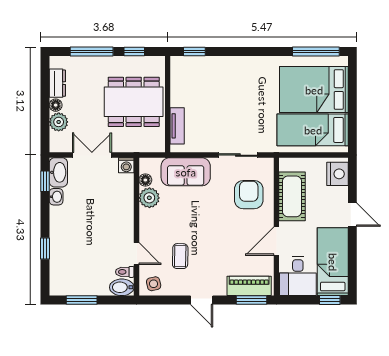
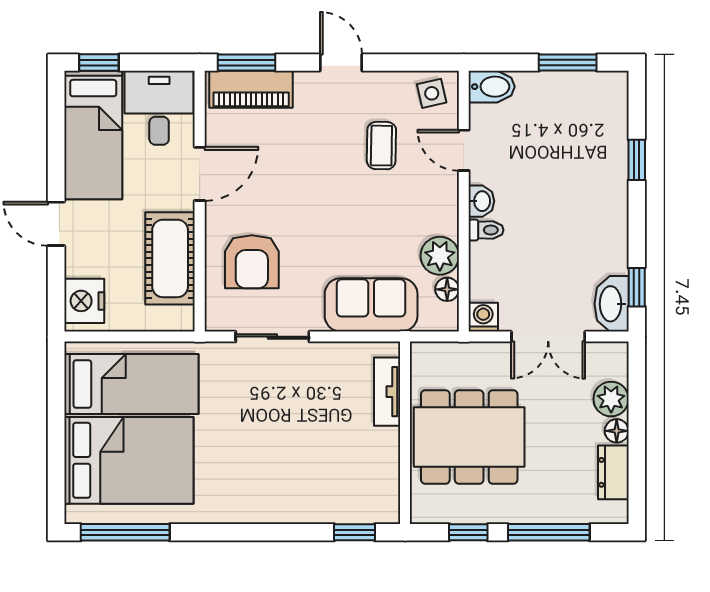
washbasin: (56, 197) -> (481, 201), moved, turned 180
toilet: (125, 272) -> (486, 230), moved

